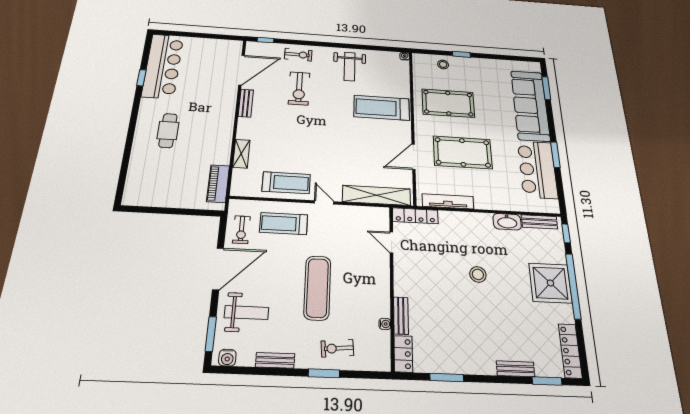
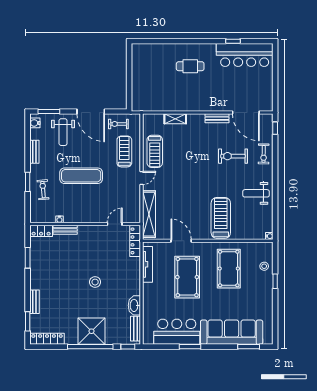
piano: (218, 184) -> (151, 105), removed

